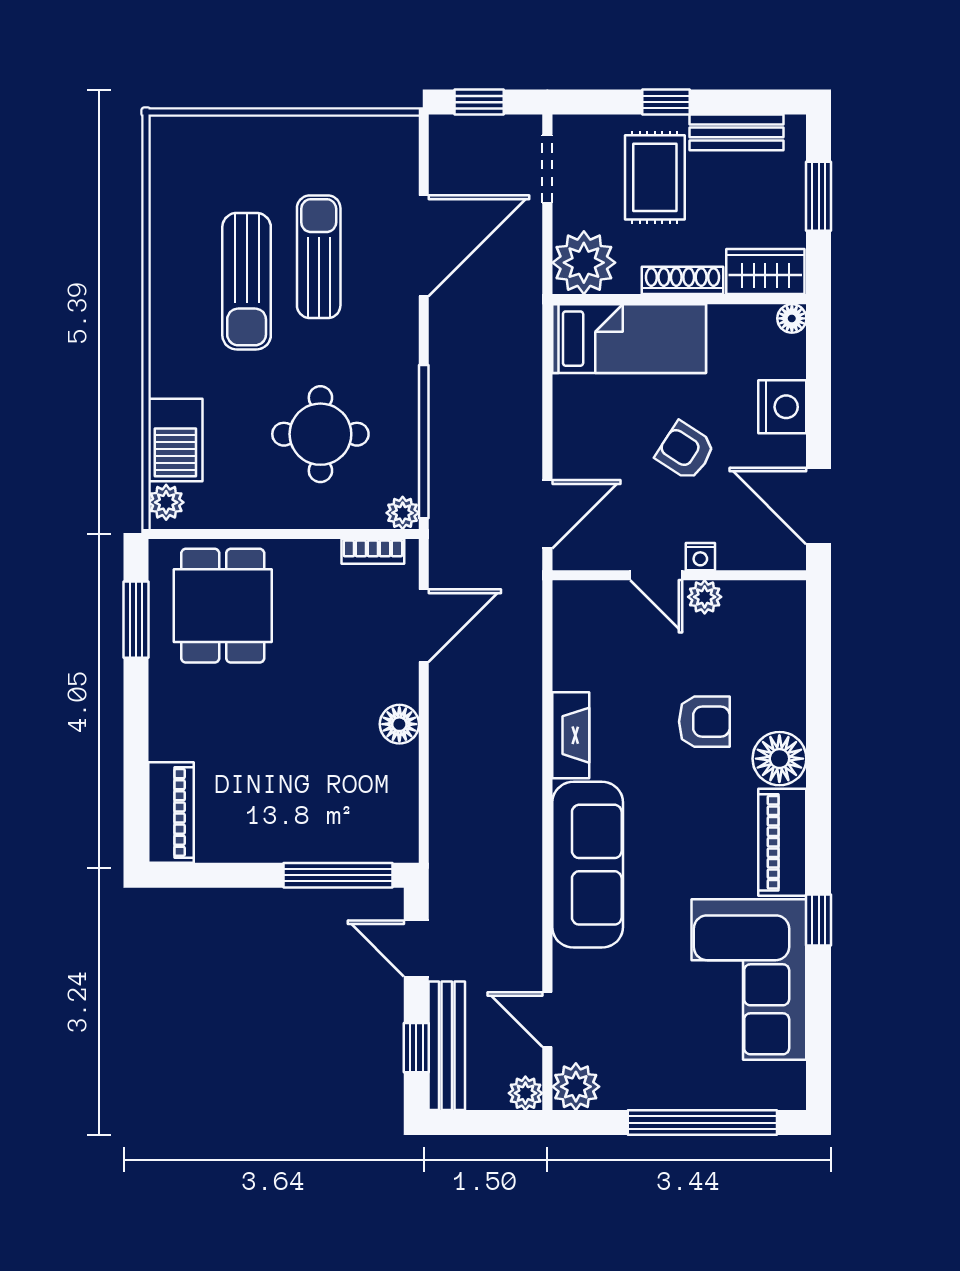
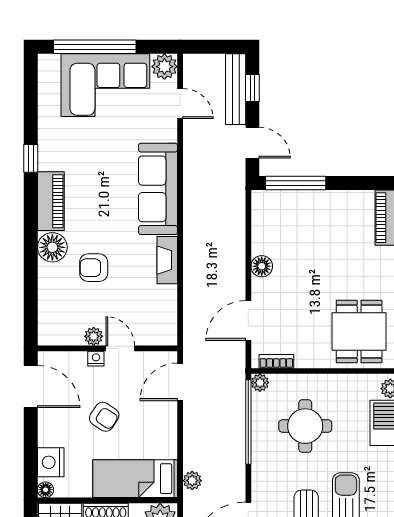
nightstand: (782, 407) -> (51, 462), moved
corner sofa: (749, 980) -> (105, 85), moved, turned 90
plant: (525, 1093) -> (192, 481), moved

